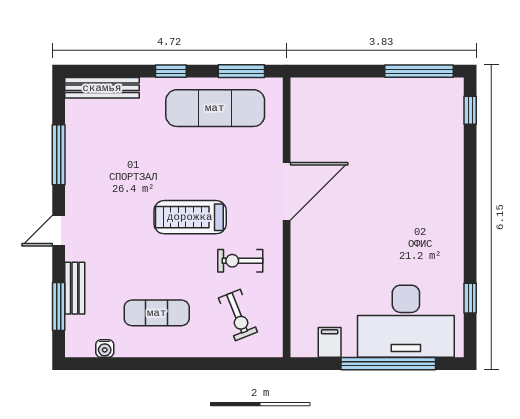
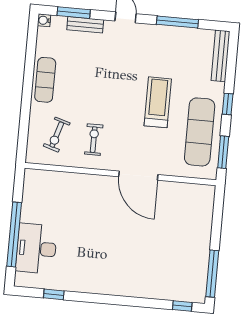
treadmill: (190, 217) -> (158, 102), moved
exercise mat: (157, 313) -> (45, 80), moved
exercise bike: (238, 315) -> (57, 135), turned -51
desk: (406, 321) -> (36, 249), width x0.73, depth x0.77
filing cabinet: (330, 342) -> (32, 196), removed
water cooler: (105, 348) -> (44, 20), moved

